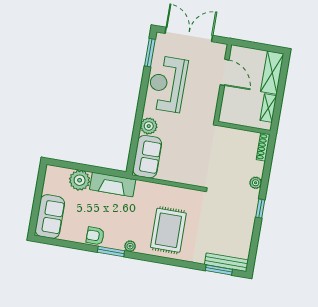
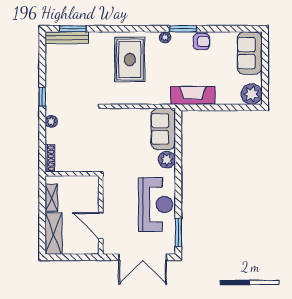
plant: (80, 180) -> (252, 94), moved

